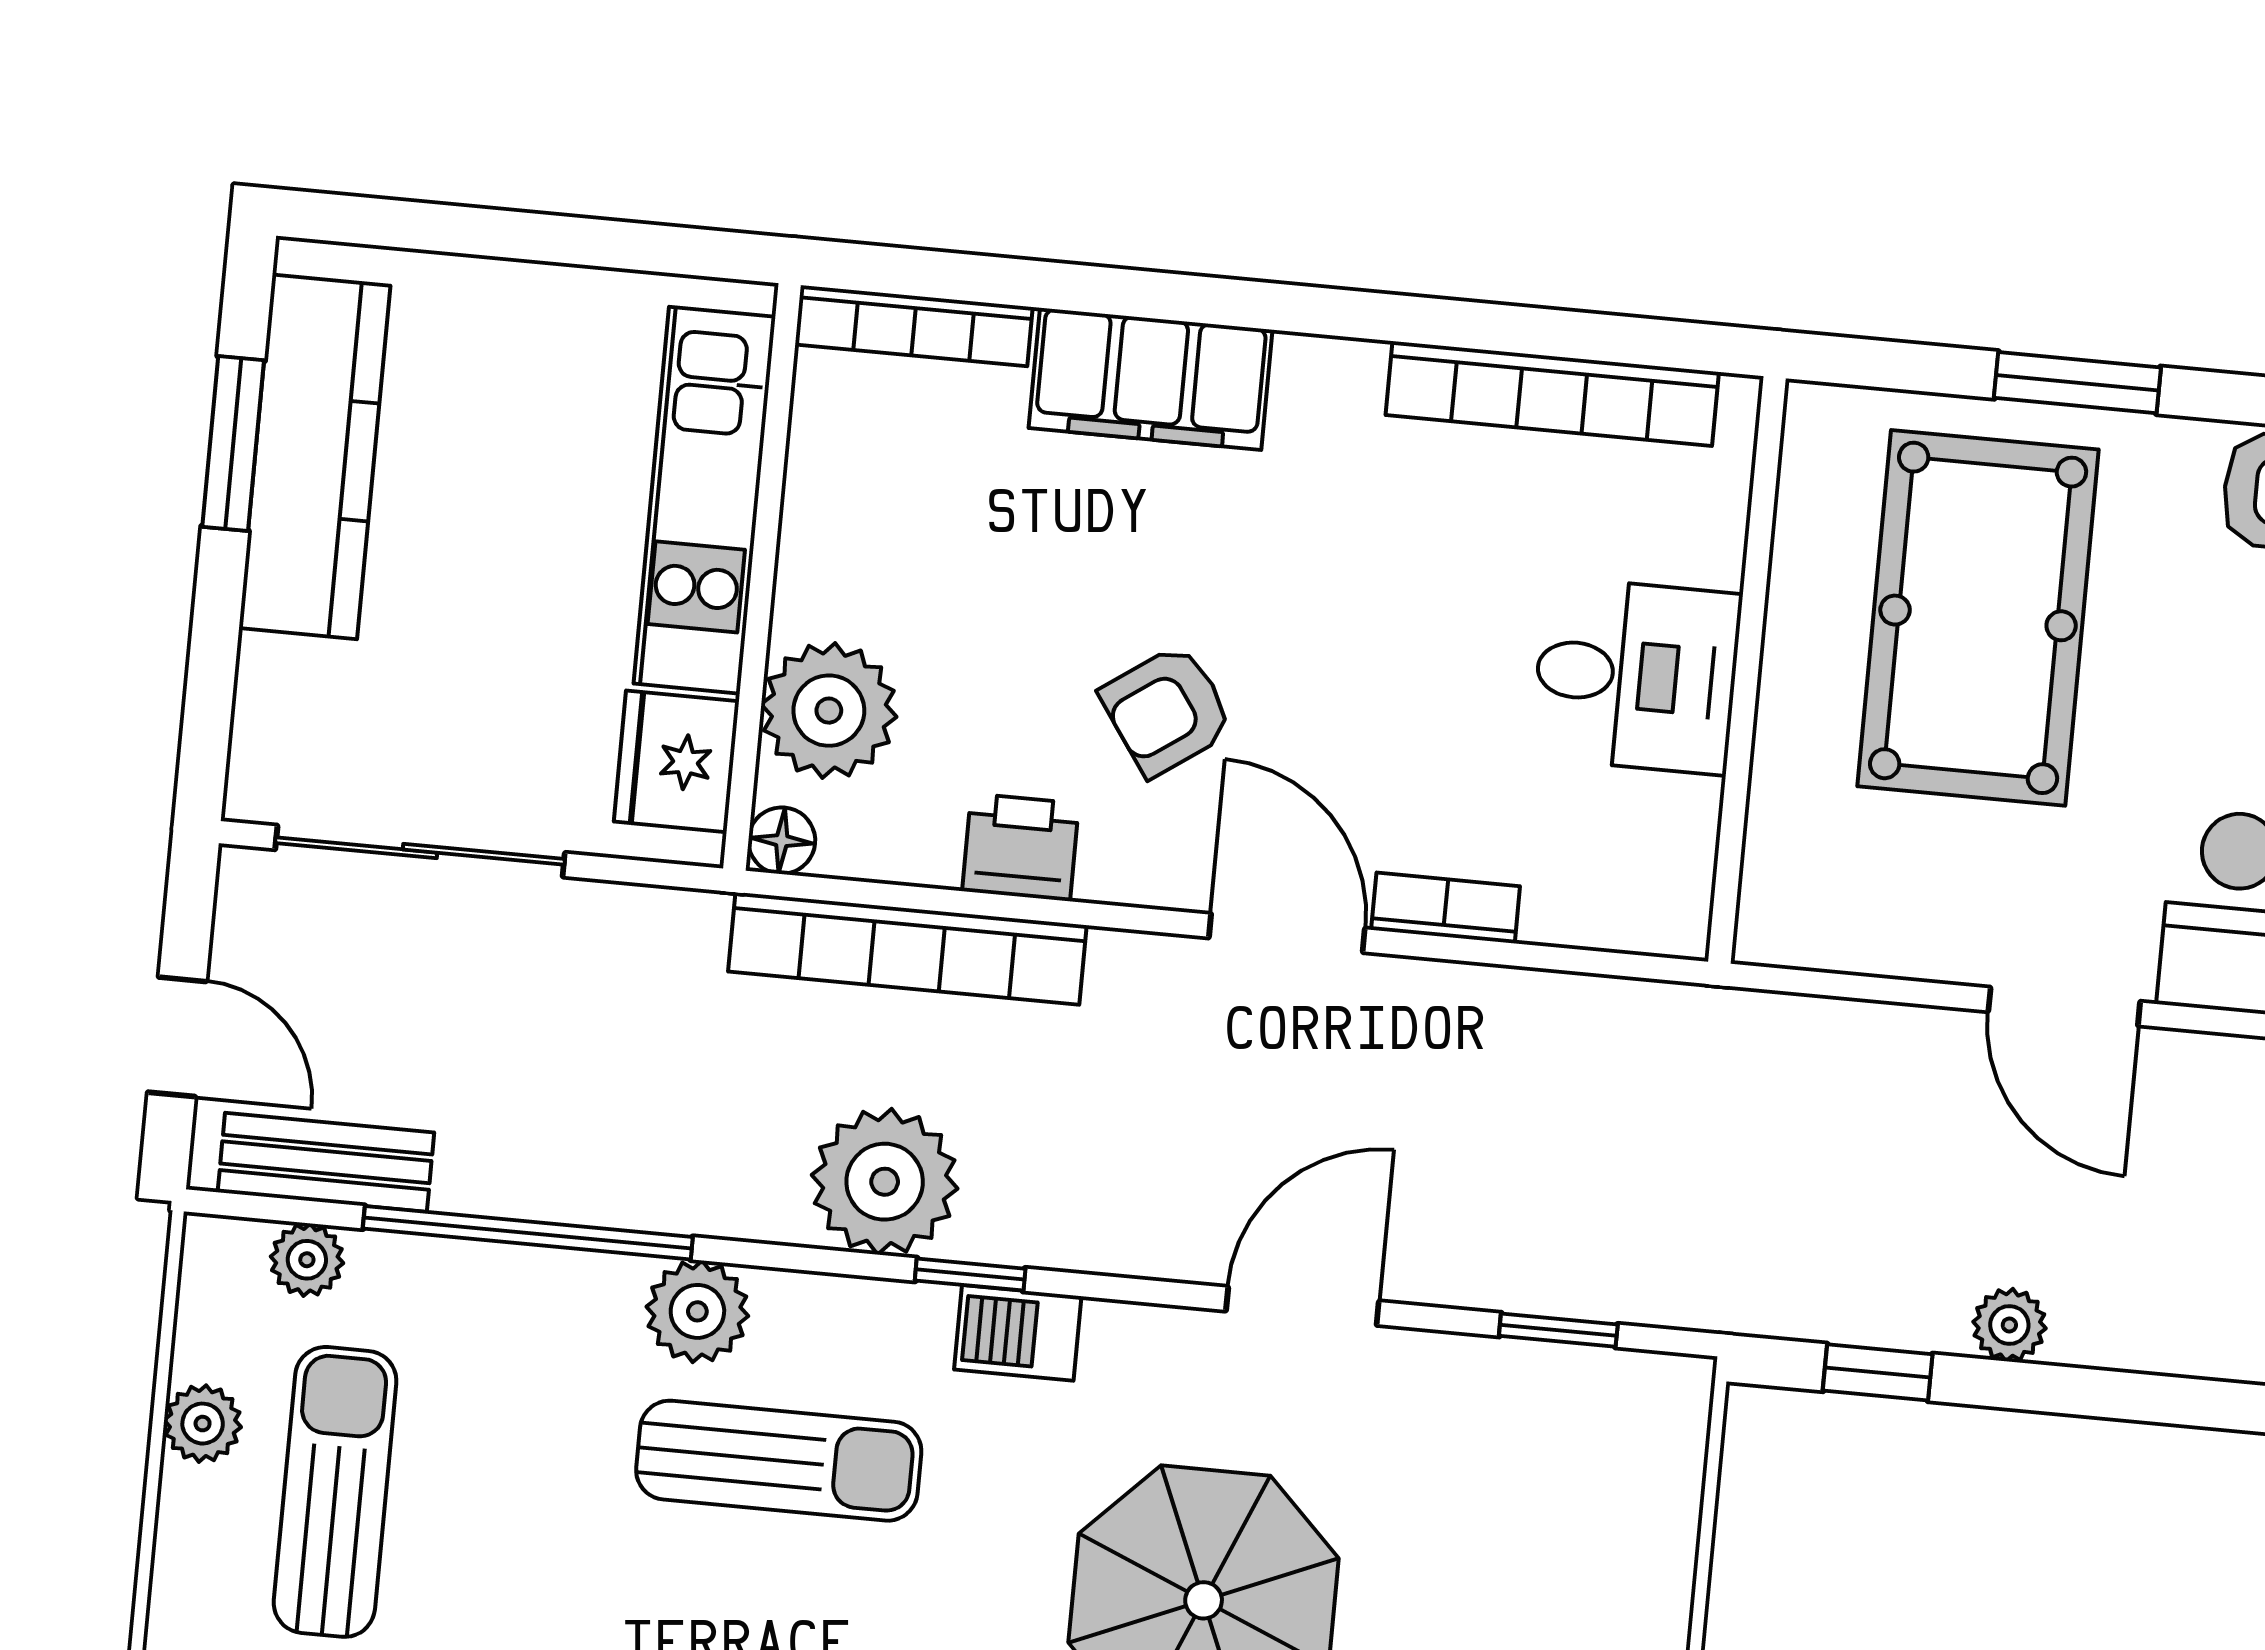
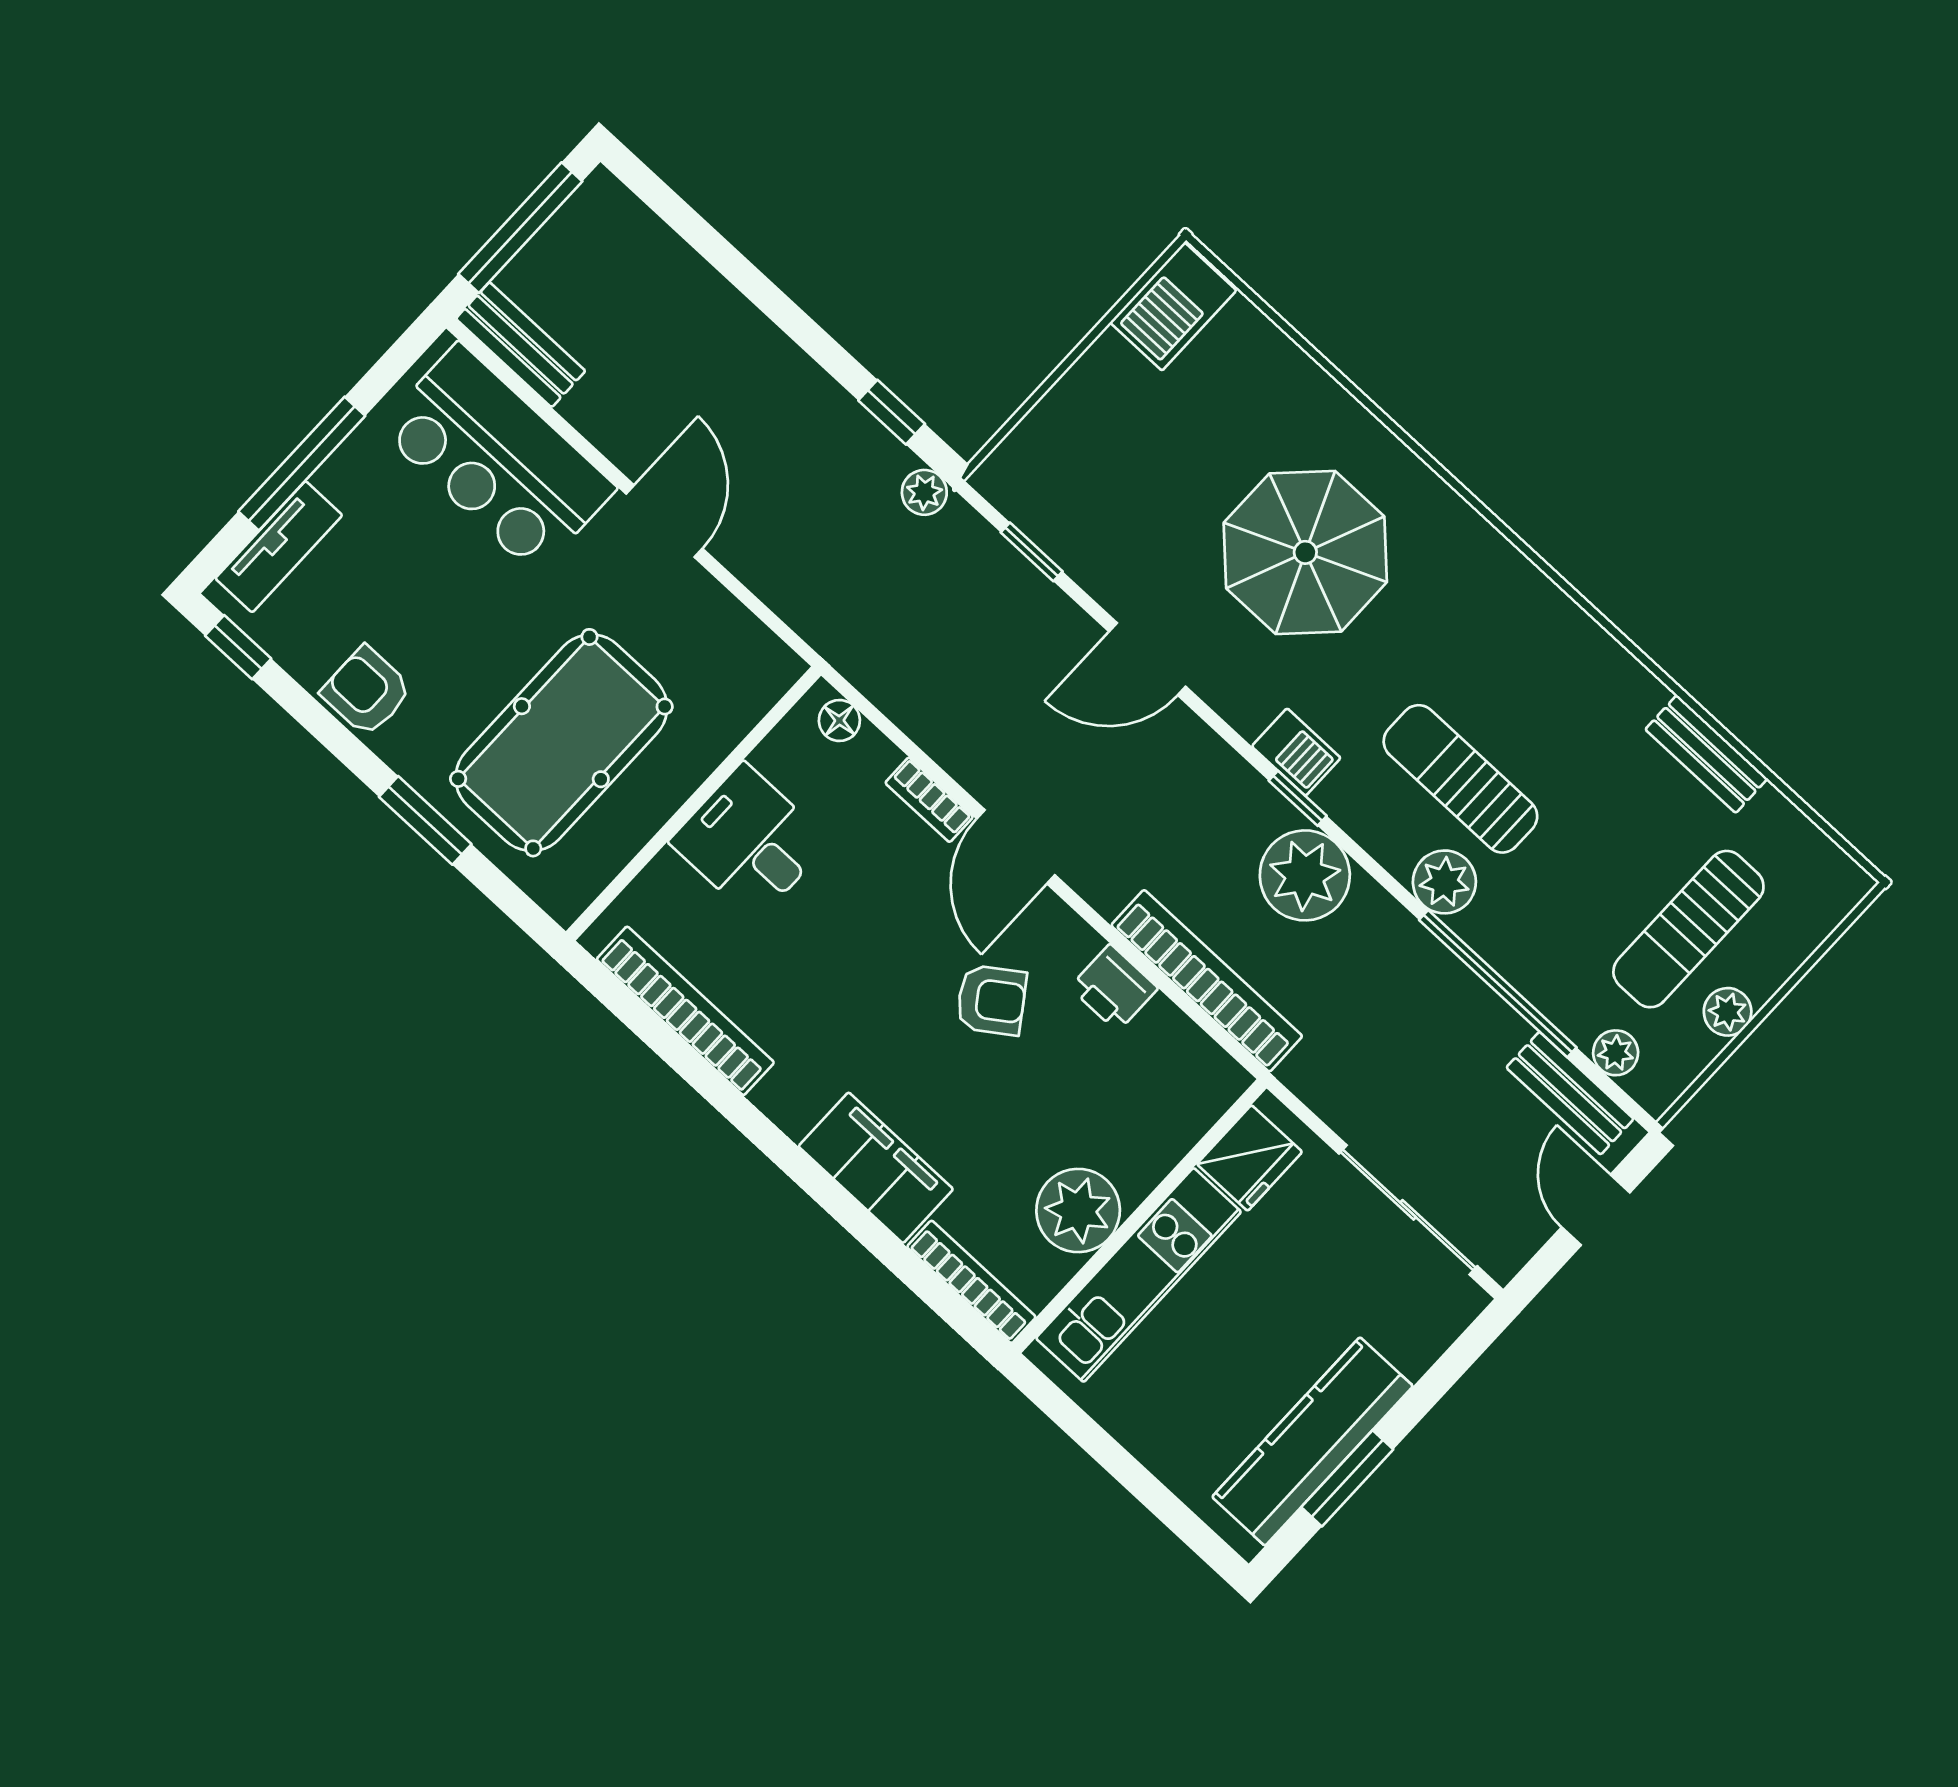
plant: (829, 711) -> (1078, 1210), moved
floor lamp: (782, 841) -> (839, 720), moved
plant: (2009, 1325) -> (924, 492), moved

